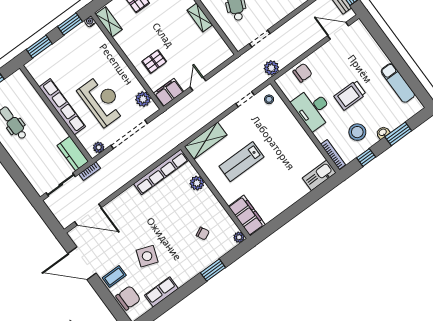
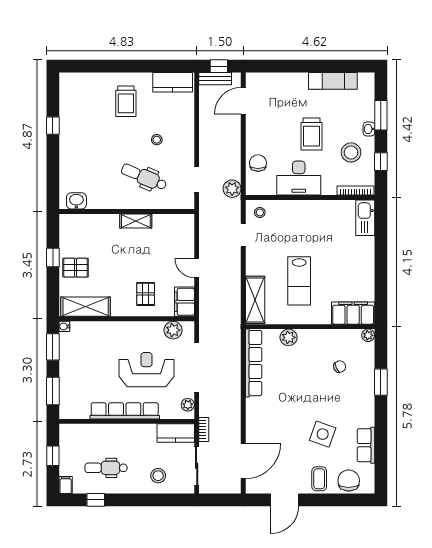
shelving: (109, 22) -> (86, 307), width x1.50, depth x1.33
stool: (34, 163) -> (158, 476), added
door: (82, 263) -> (285, 500), width x0.73

